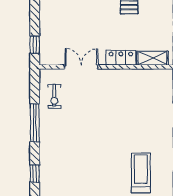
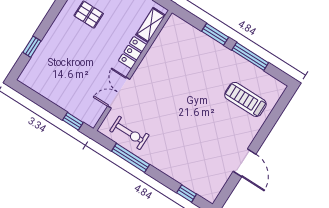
exercise bike: (54, 96) -> (129, 133), width x1.38, depth x1.39
window: (35, 123) -> (131, 158), moved

